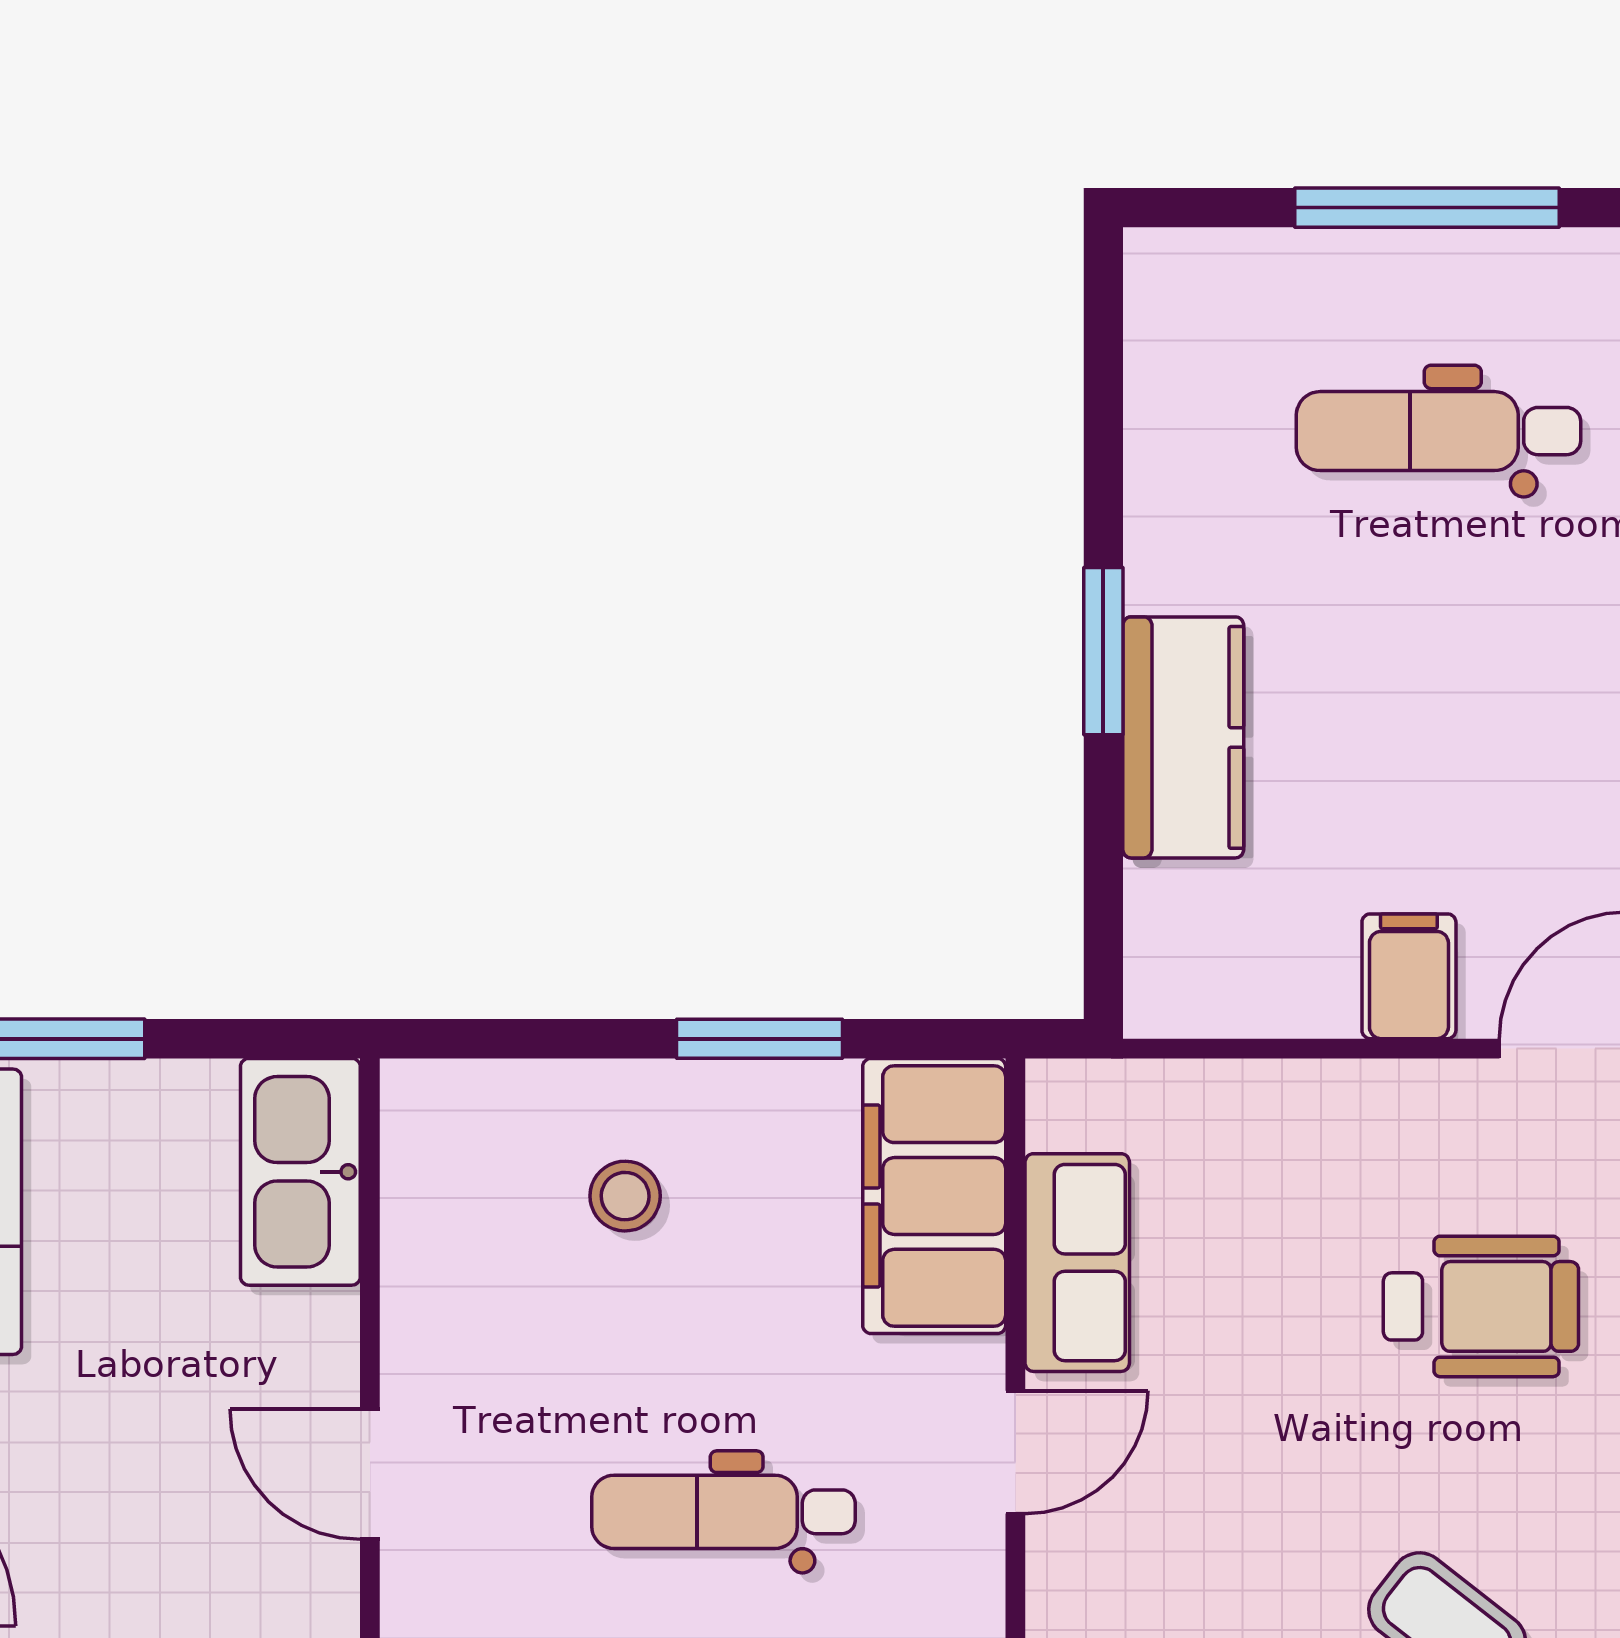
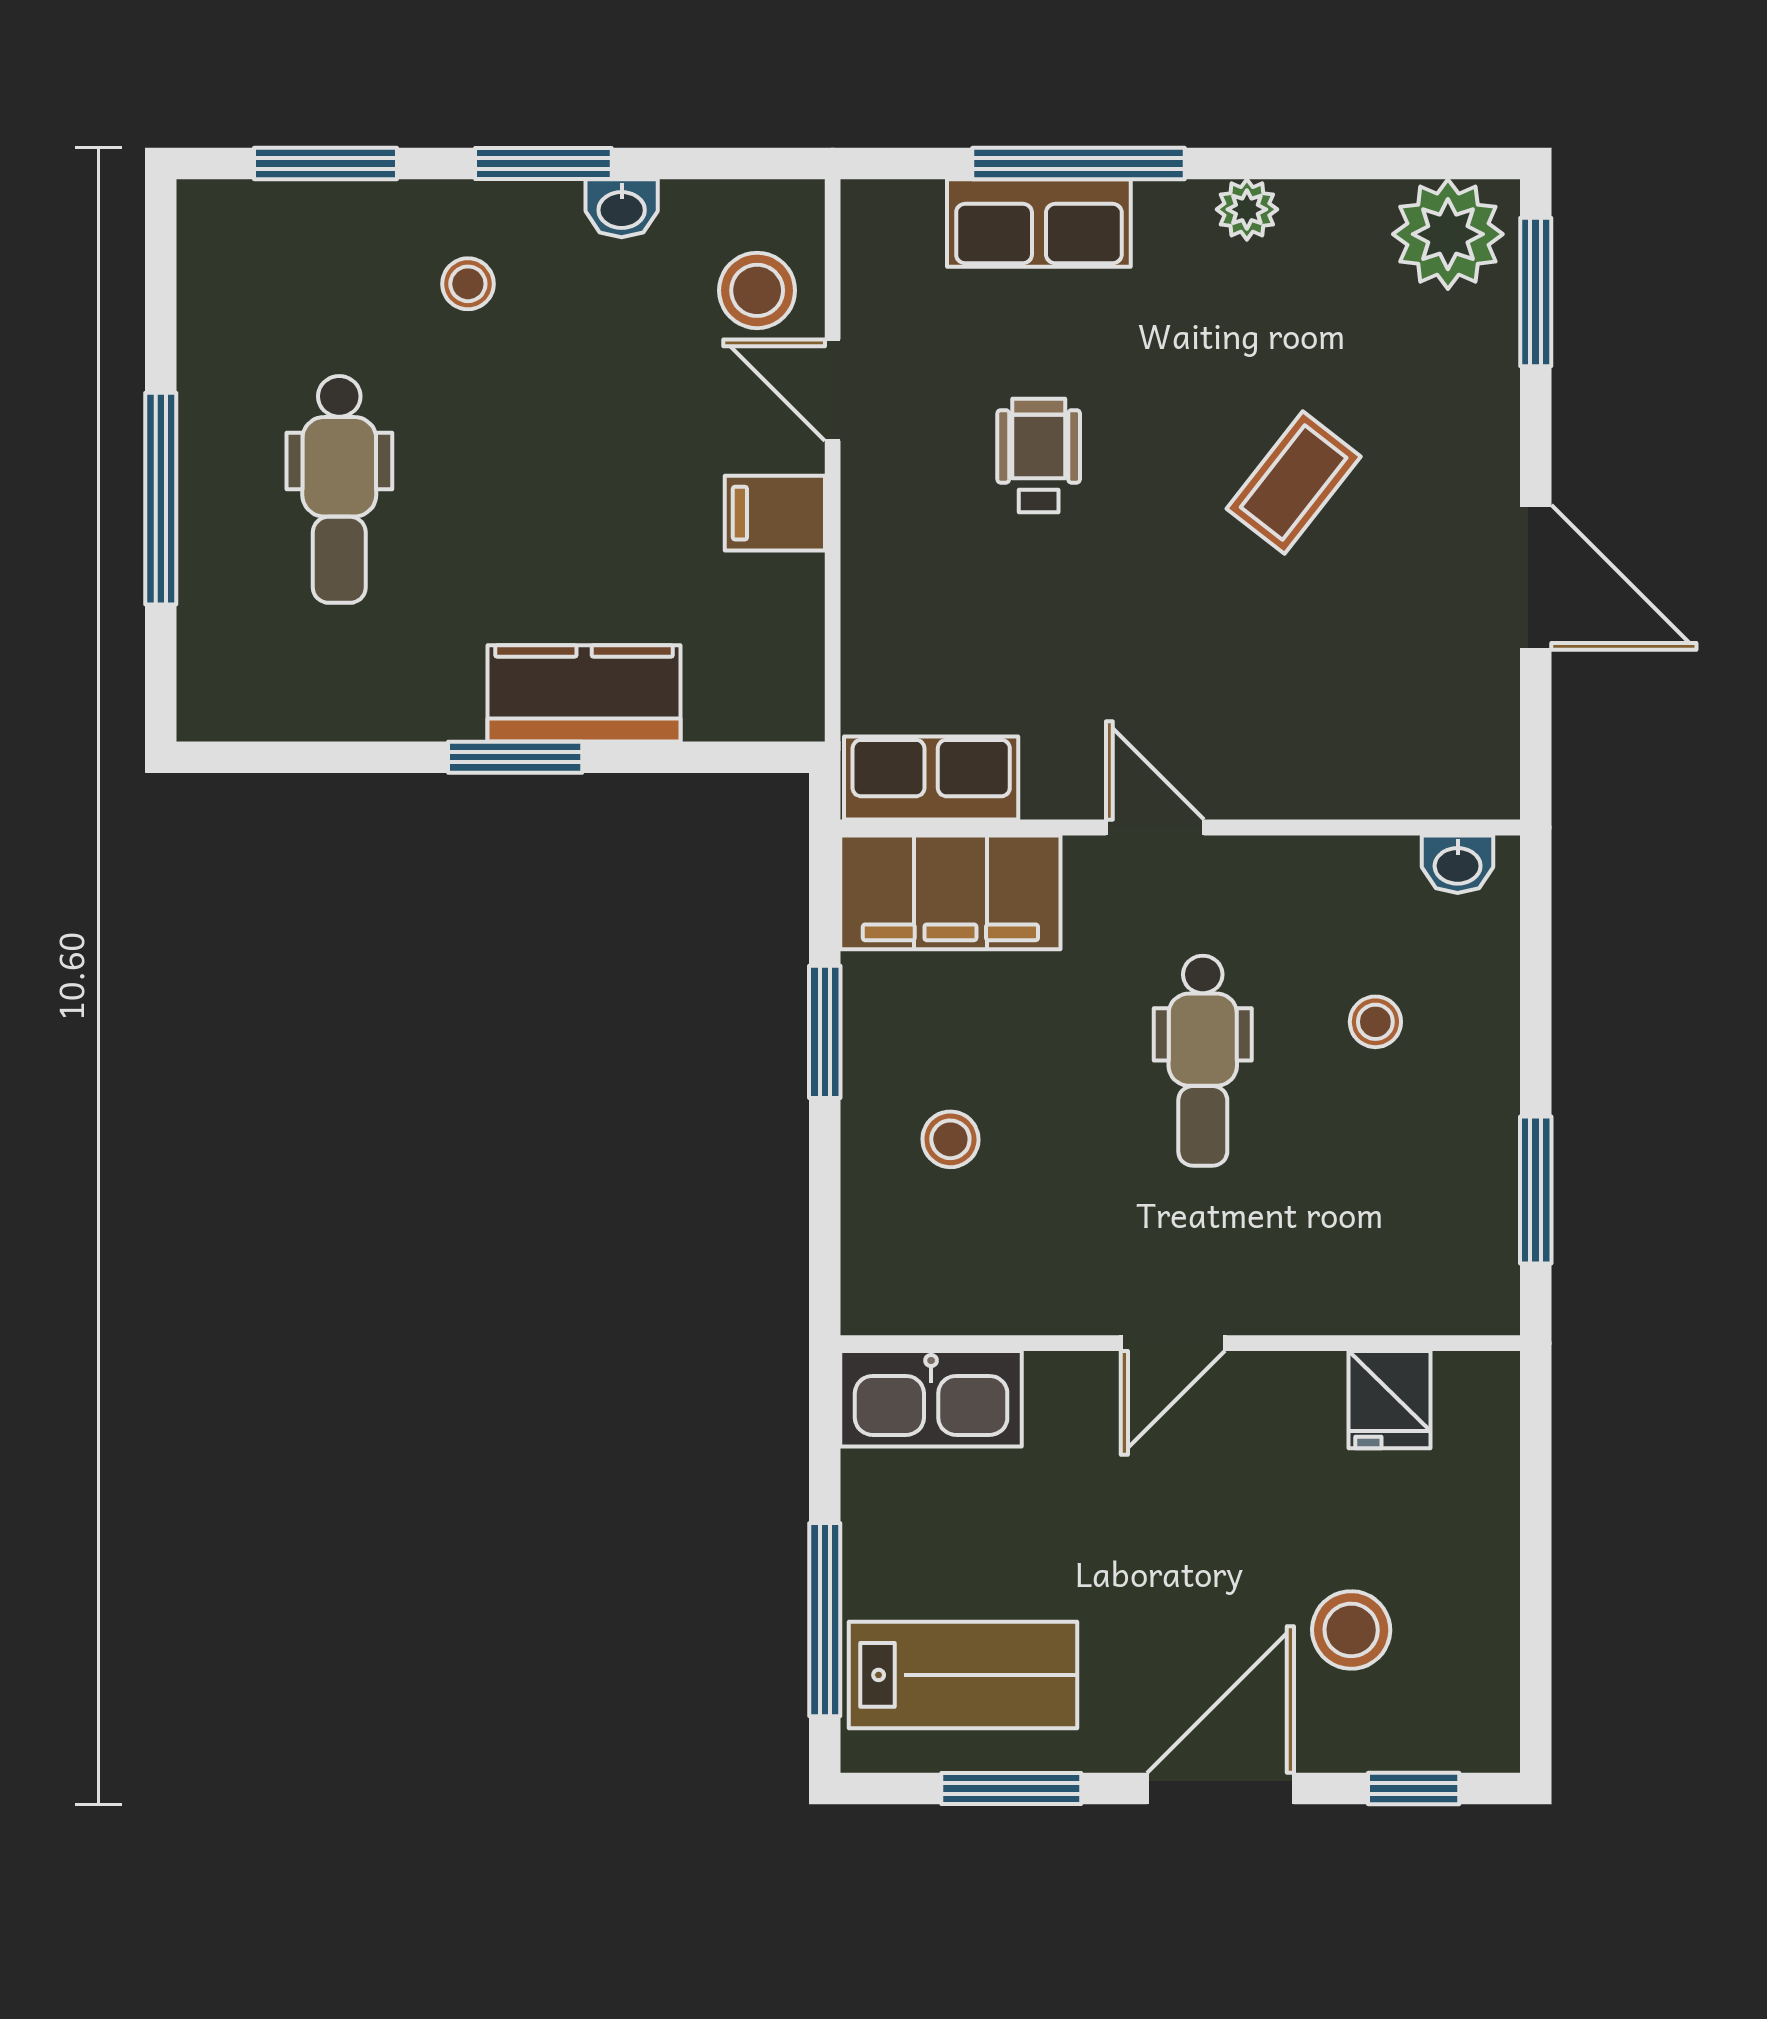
row of seats: (1077, 1263) -> (931, 778), moved
wheelchair: (1481, 1306) -> (1039, 456), width x0.73, depth x0.73

